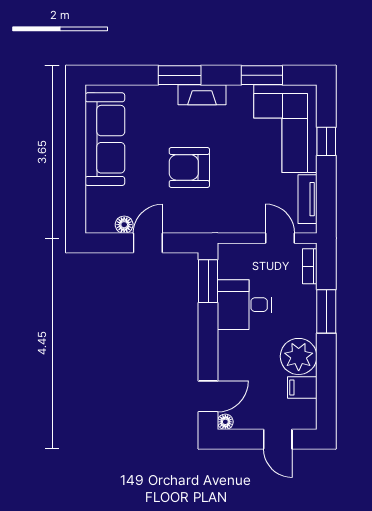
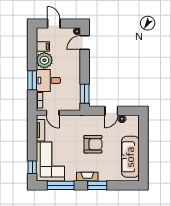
window: (262, 75) -> (61, 185), width x1.44
window: (326, 141) -> (32, 167), moved
desk: (245, 305) -> (48, 80), moved, turned 180

